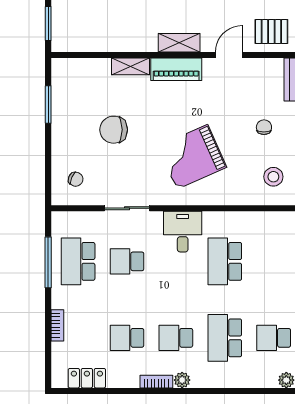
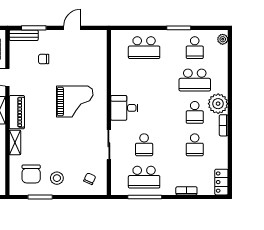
chair: (264, 127) -> (44, 59), moved
chair: (114, 130) -> (31, 174), moved
grand piano: (192, 157) -> (75, 101), turned -66
stool: (273, 177) -> (57, 178), moved
school desk: (225, 261) -> (144, 48), moved
locker: (87, 378) -> (221, 182), moved
plant: (182, 380) -> (218, 104), width x1.88, depth x1.88

